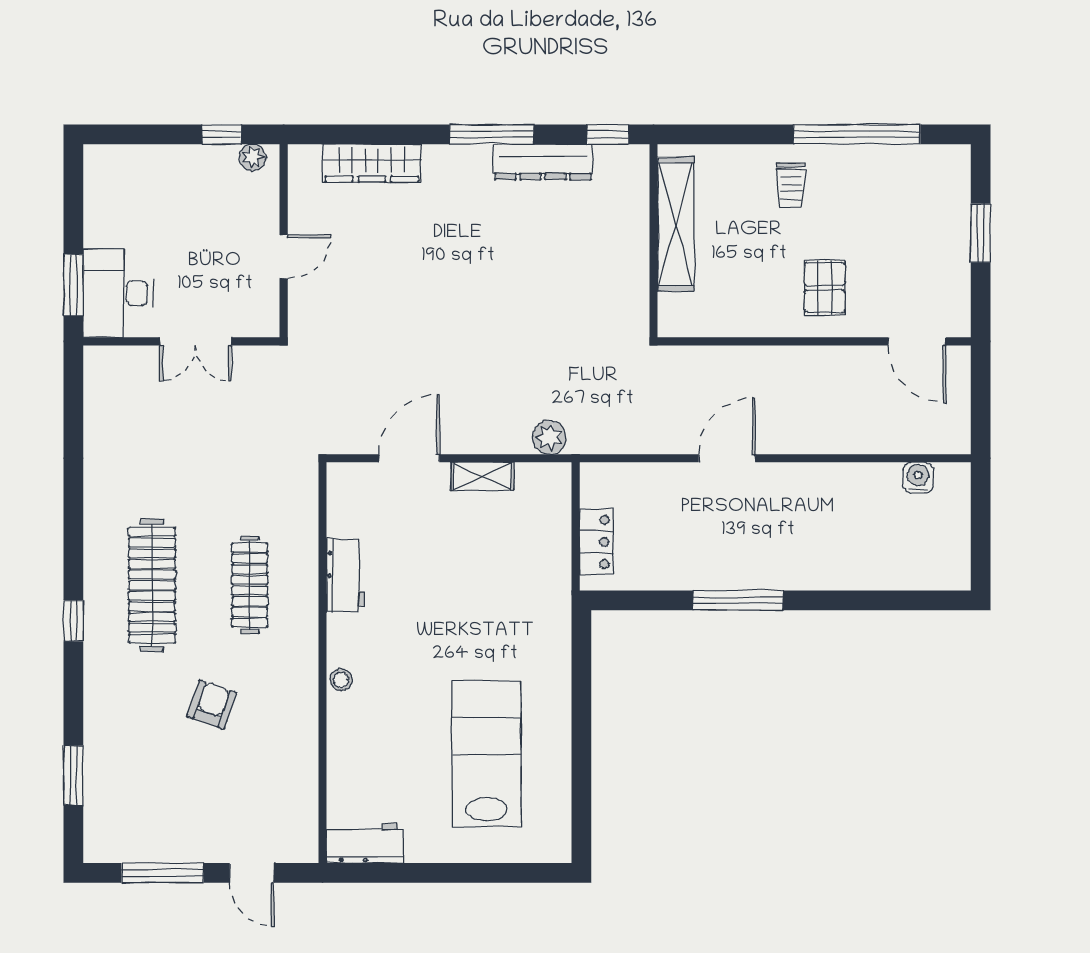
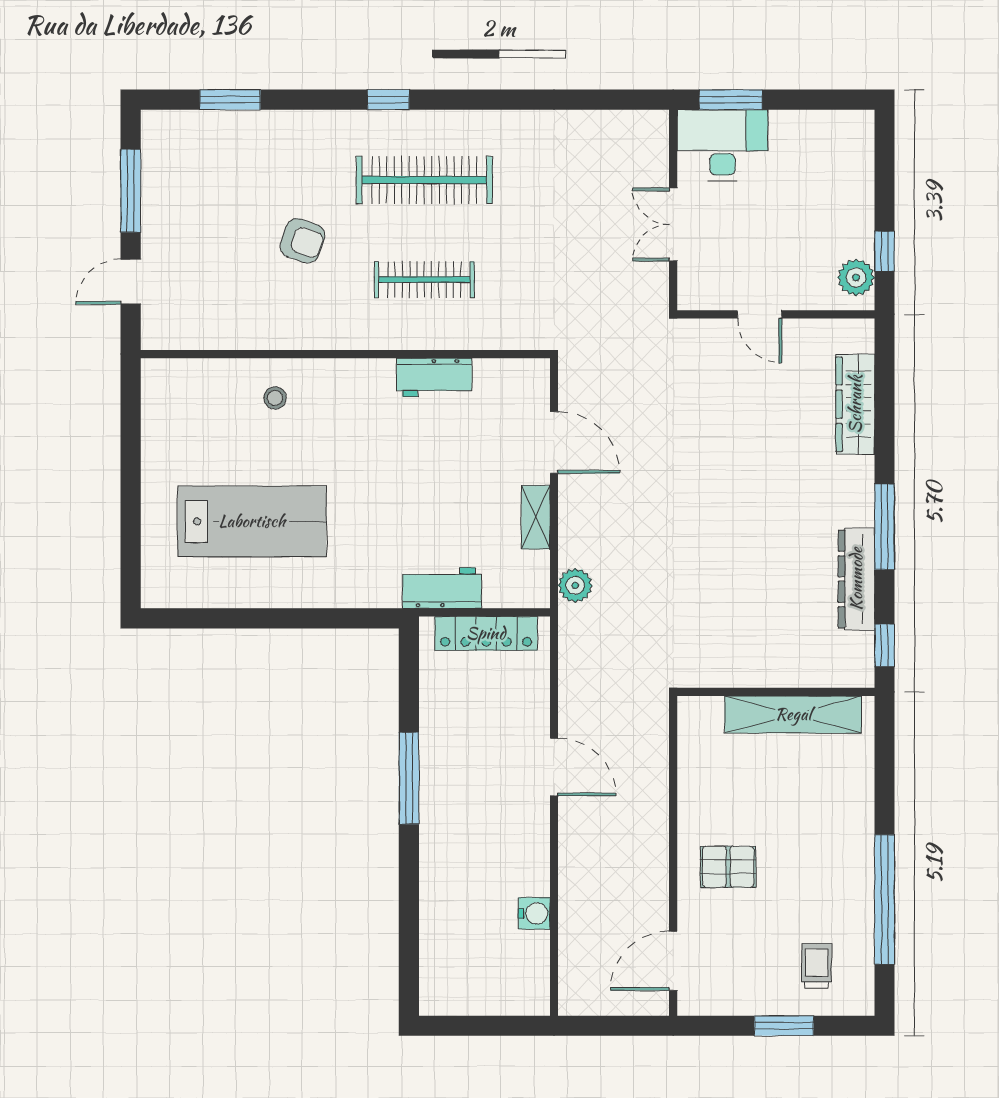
plant: (253, 157) -> (856, 277), width x1.38, depth x1.38
trolley: (791, 185) -> (817, 966), moved, turned 90
water cooler: (918, 478) -> (534, 913), moved
locker: (596, 542) -> (486, 633), width x1.53
stool: (341, 680) -> (275, 398), moved
workbench: (365, 843) -> (442, 588), moved, turned -90

